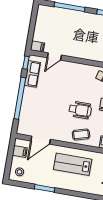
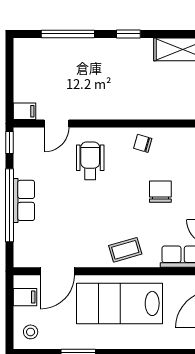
row of seats: (32, 74) -> (24, 200), moved
wheelchair: (80, 110) -> (90, 161), moved, turned -90
lab bench: (73, 164) -> (120, 303), width x1.36, depth x1.39

